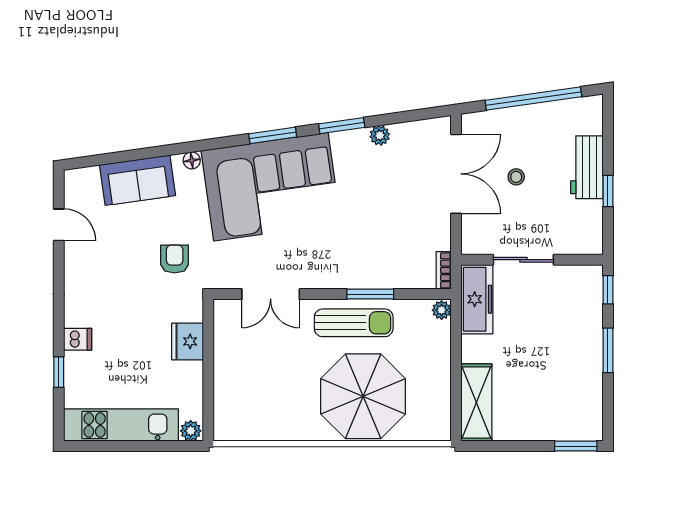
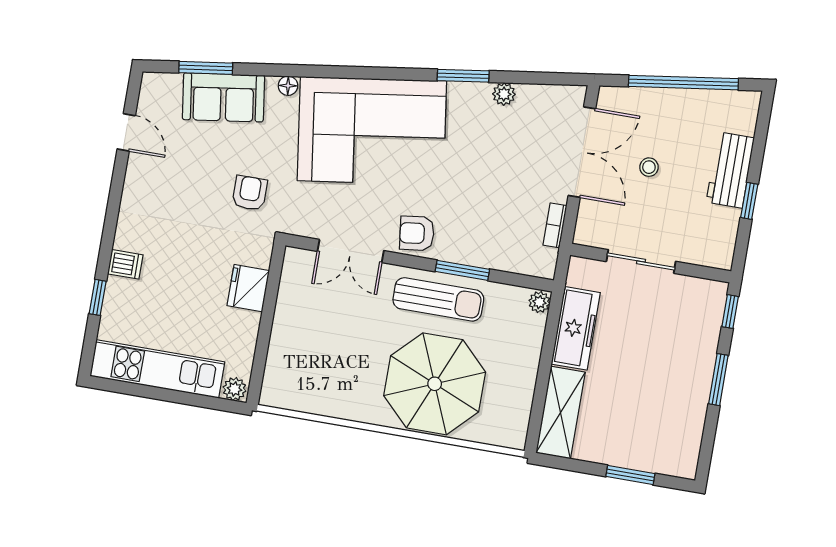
window: (273, 135) -> (206, 68), moved
armchair: (325, 269) -> (417, 233), added
bookcase: (444, 270) -> (555, 225), moved
freezer: (477, 299) -> (576, 328), moved
window: (576, 446) -> (630, 475), moved

